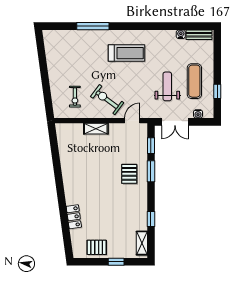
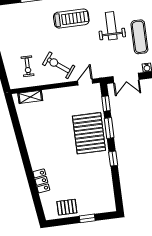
weight bench: (167, 86) -> (111, 26), moved
shelving: (96, 129) -> (30, 97), moved
pallet: (129, 174) -> (89, 133), width x2.05, depth x2.00
window: (151, 219) -> (113, 159), moved
shelving: (142, 243) -> (109, 198), removed

